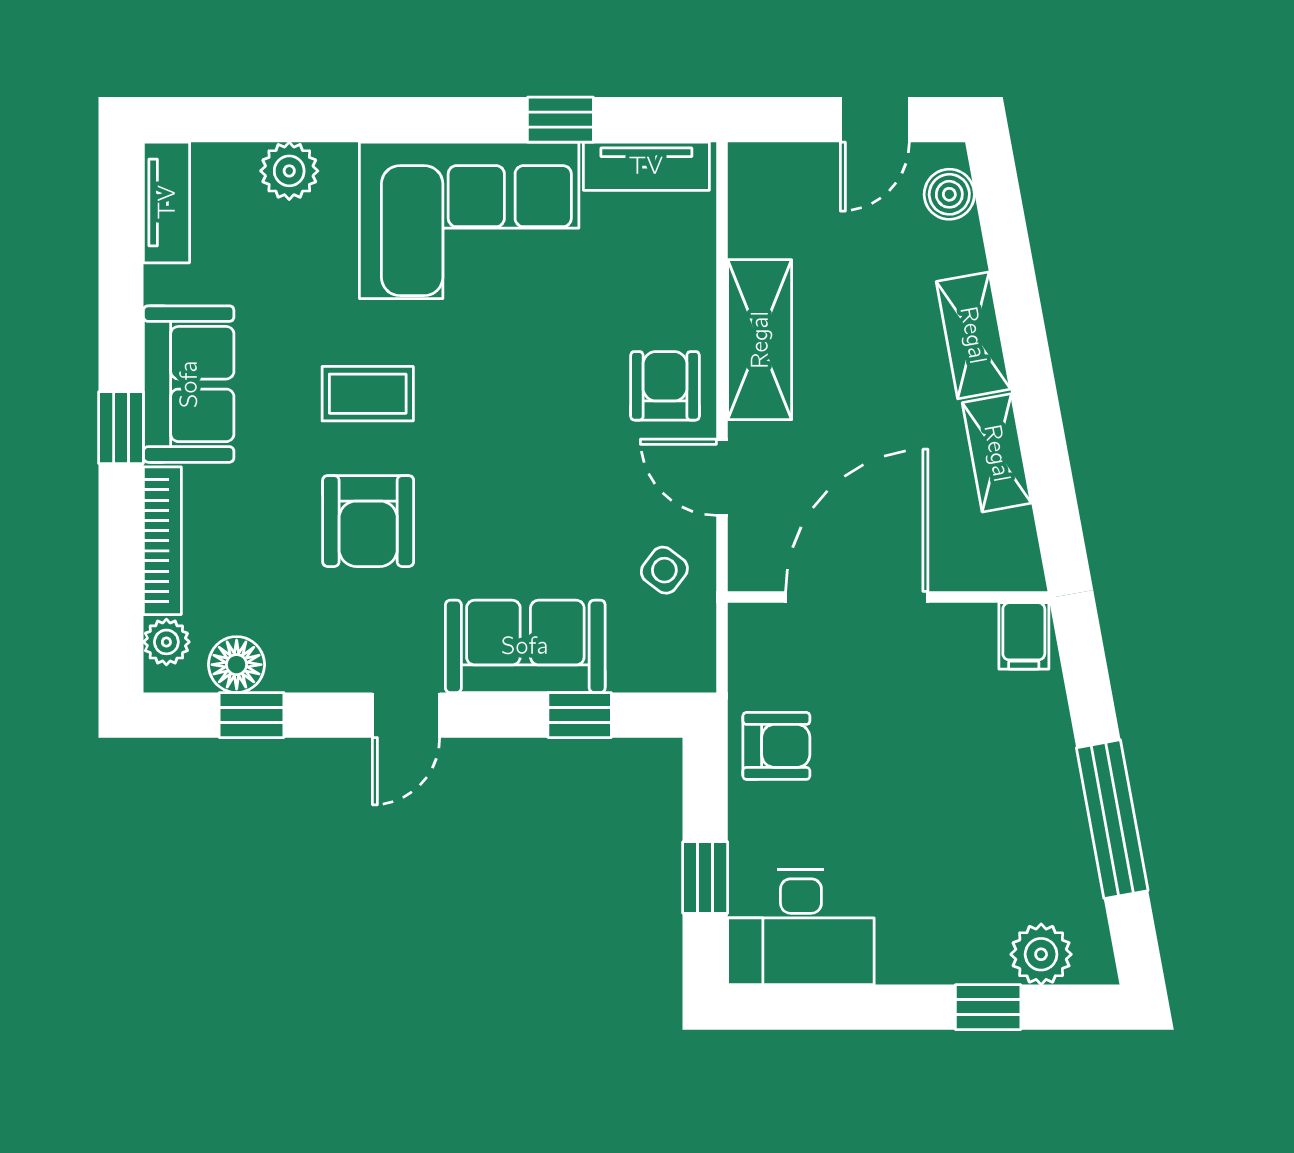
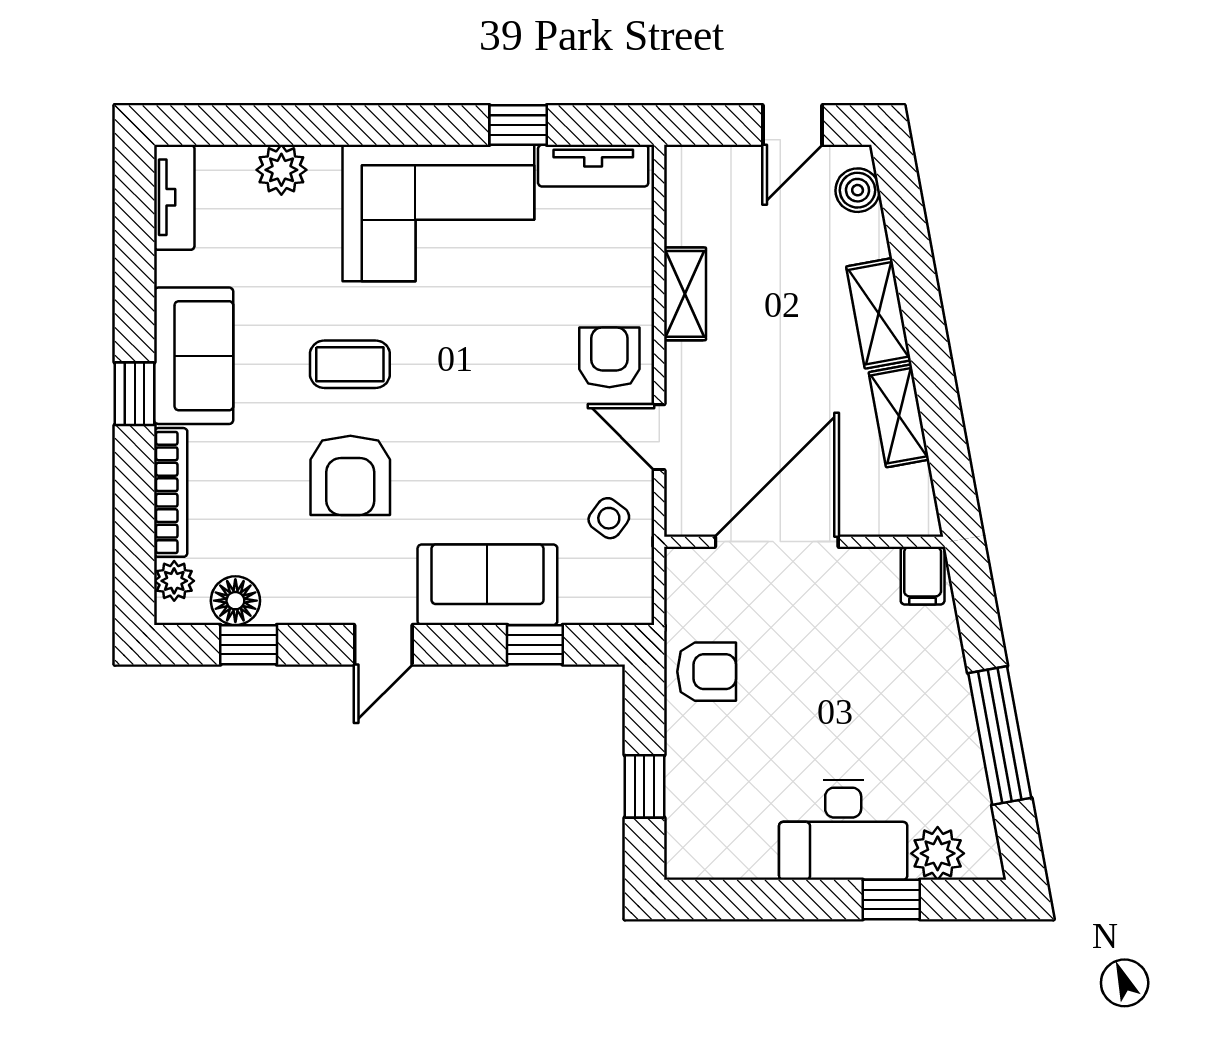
shelving: (760, 340) -> (685, 294), width x0.67, depth x0.75
desk: (801, 927) -> (843, 830), moved

